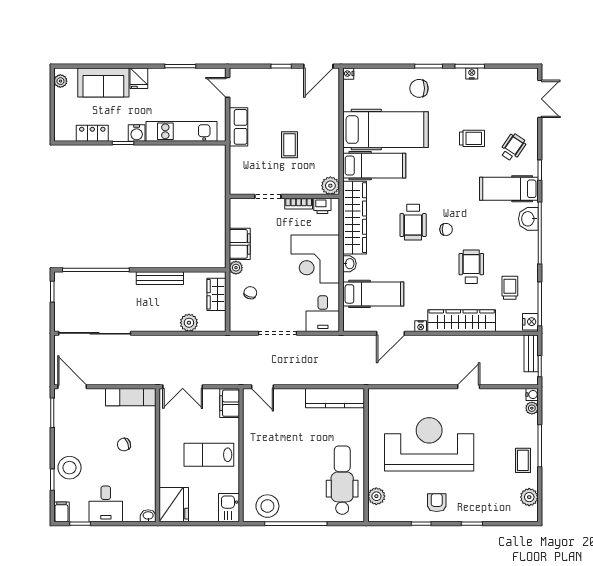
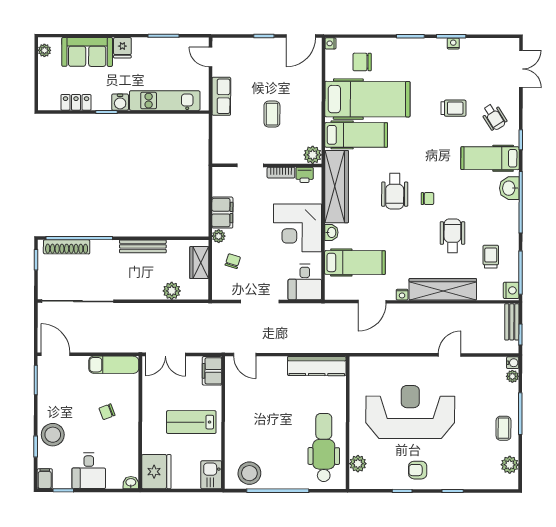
chair: (419, 88) -> (362, 62), moved
wheelchair: (513, 147) -> (494, 117), turned 114
shoe rack: (83, 279) -> (67, 247), added
armchair: (437, 503) -> (418, 470), turned -90

